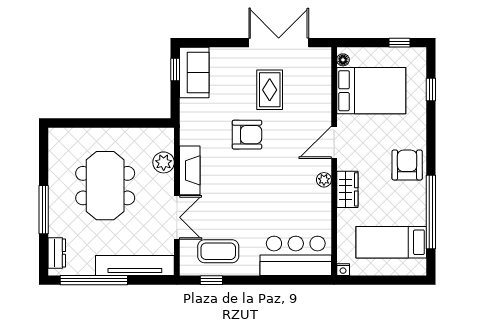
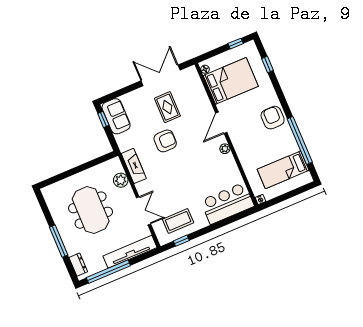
fireplace: (190, 170) -> (134, 166), moved
wardrobe: (347, 189) -> (242, 148), removed

